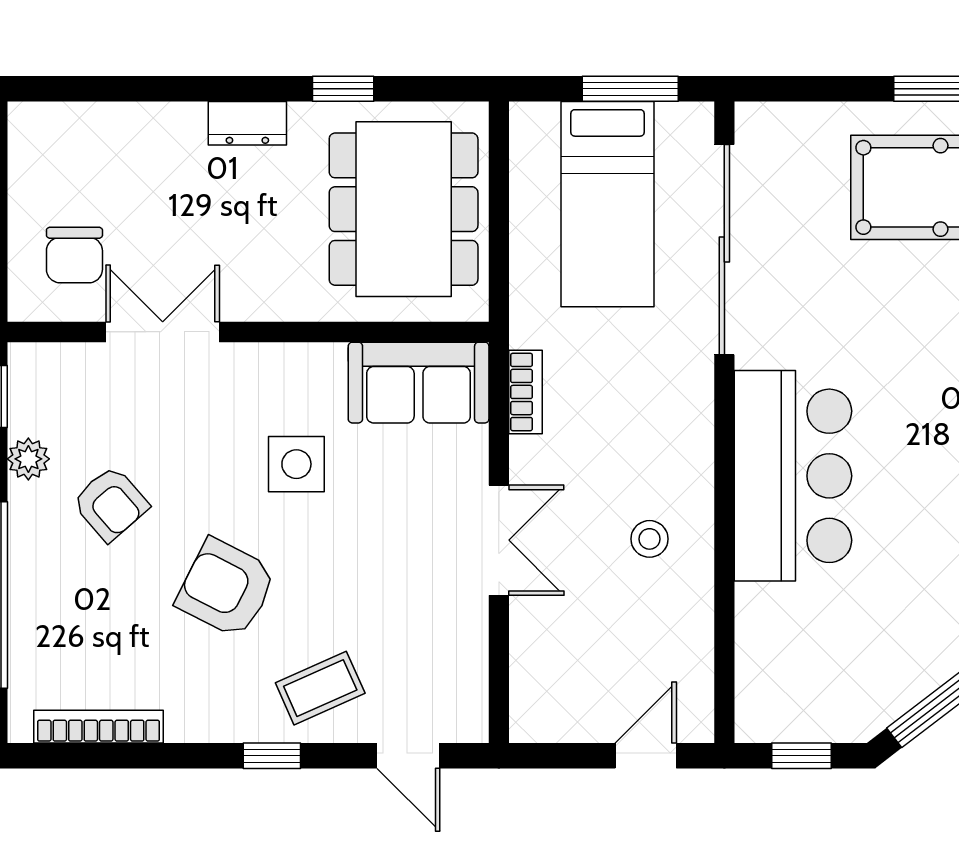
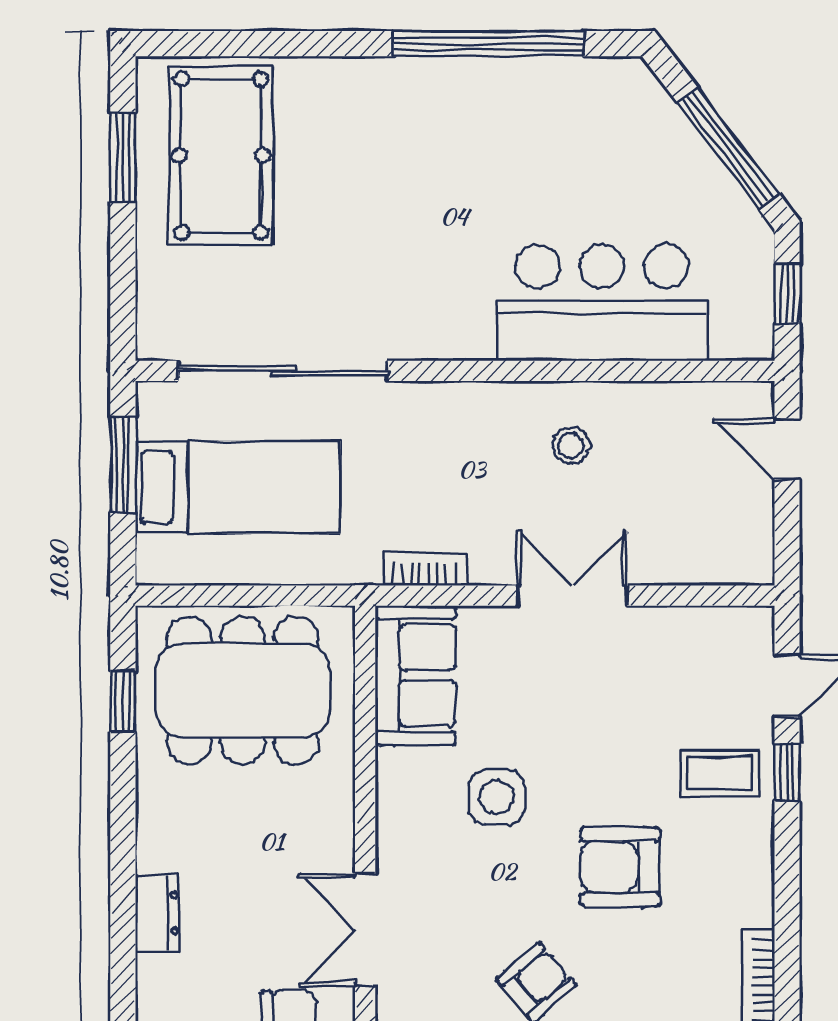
window: (343, 89) -> (123, 701), moved
dresser: (247, 123) -> (157, 913), moved
bar counter: (793, 476) -> (602, 303), moved
armchair: (226, 588) -> (620, 867), turned 63
coffee table: (320, 688) -> (720, 773), turned -66
window: (272, 756) -> (787, 772), moved

